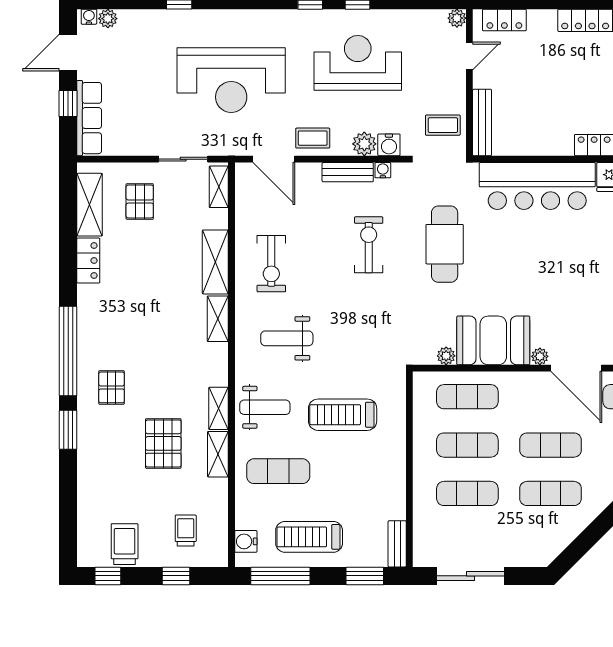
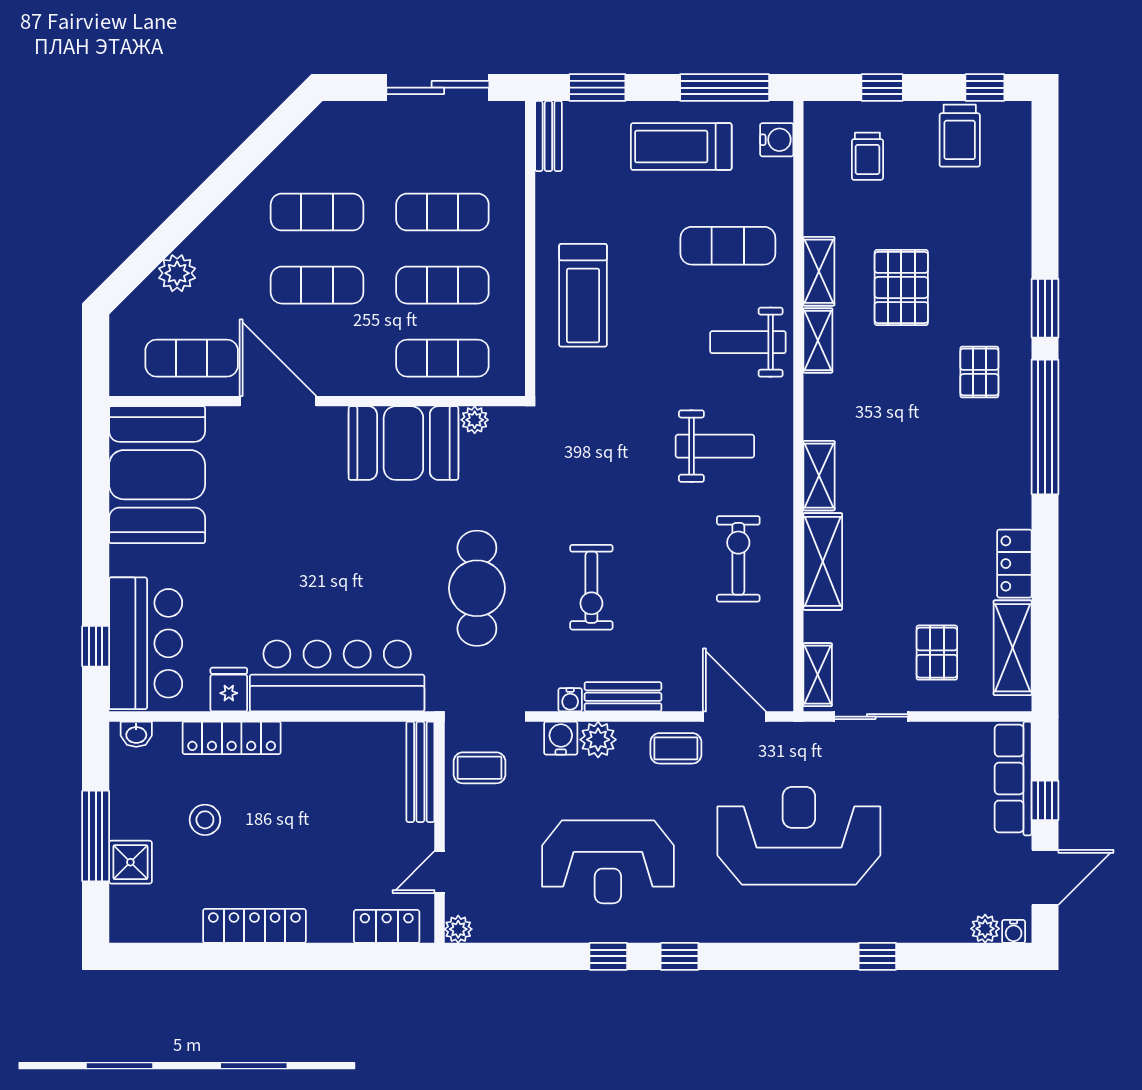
plant: (540, 356) -> (333, 419), removed
treadmill: (343, 415) -> (583, 295), moved, turned 90
treadmill: (309, 537) -> (681, 147), turned 180

